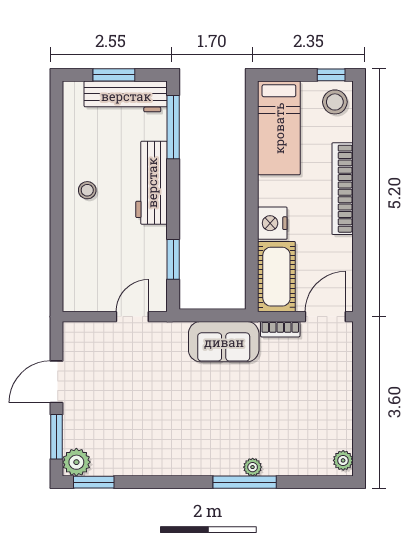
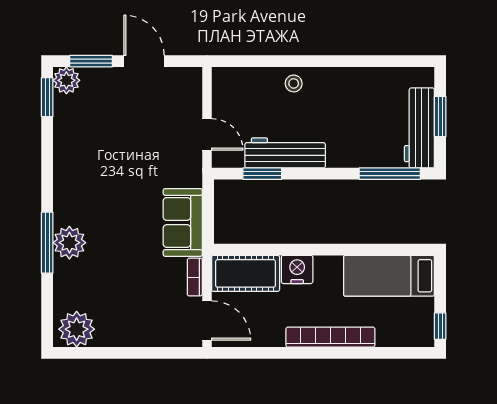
stool: (335, 102) -> (414, 330), removed
workbench: (152, 183) -> (285, 153), moved
stool: (87, 190) -> (294, 83), moved
plant: (343, 460) -> (77, 329), width x1.87, depth x1.87
plant: (253, 467) -> (69, 243), width x1.88, depth x1.88

